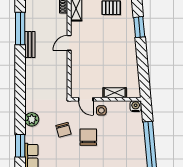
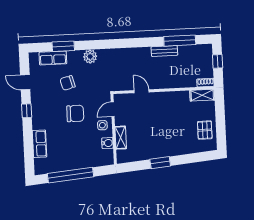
window: (139, 27) -> (160, 163), moved
door: (69, 43) -> (142, 91), moved
water cooler: (136, 106) -> (107, 143), moved
chair: (63, 130) -> (68, 83), moved

